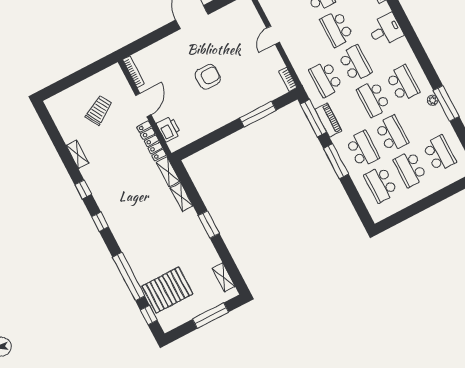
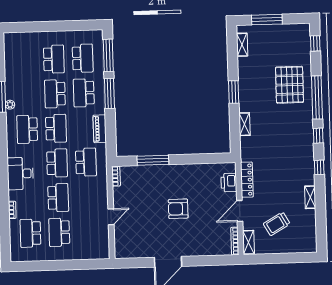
desk: (385, 30) -> (20, 174), width x1.37
school desk: (355, 64) -> (57, 163), turned 180
window: (313, 118) -> (108, 55), moved
school desk: (439, 154) -> (25, 60), removed
shelving: (168, 172) -> (248, 242), moved
window: (129, 276) -> (317, 97), moved
pallet: (167, 290) -> (290, 85), moved, turned 90

